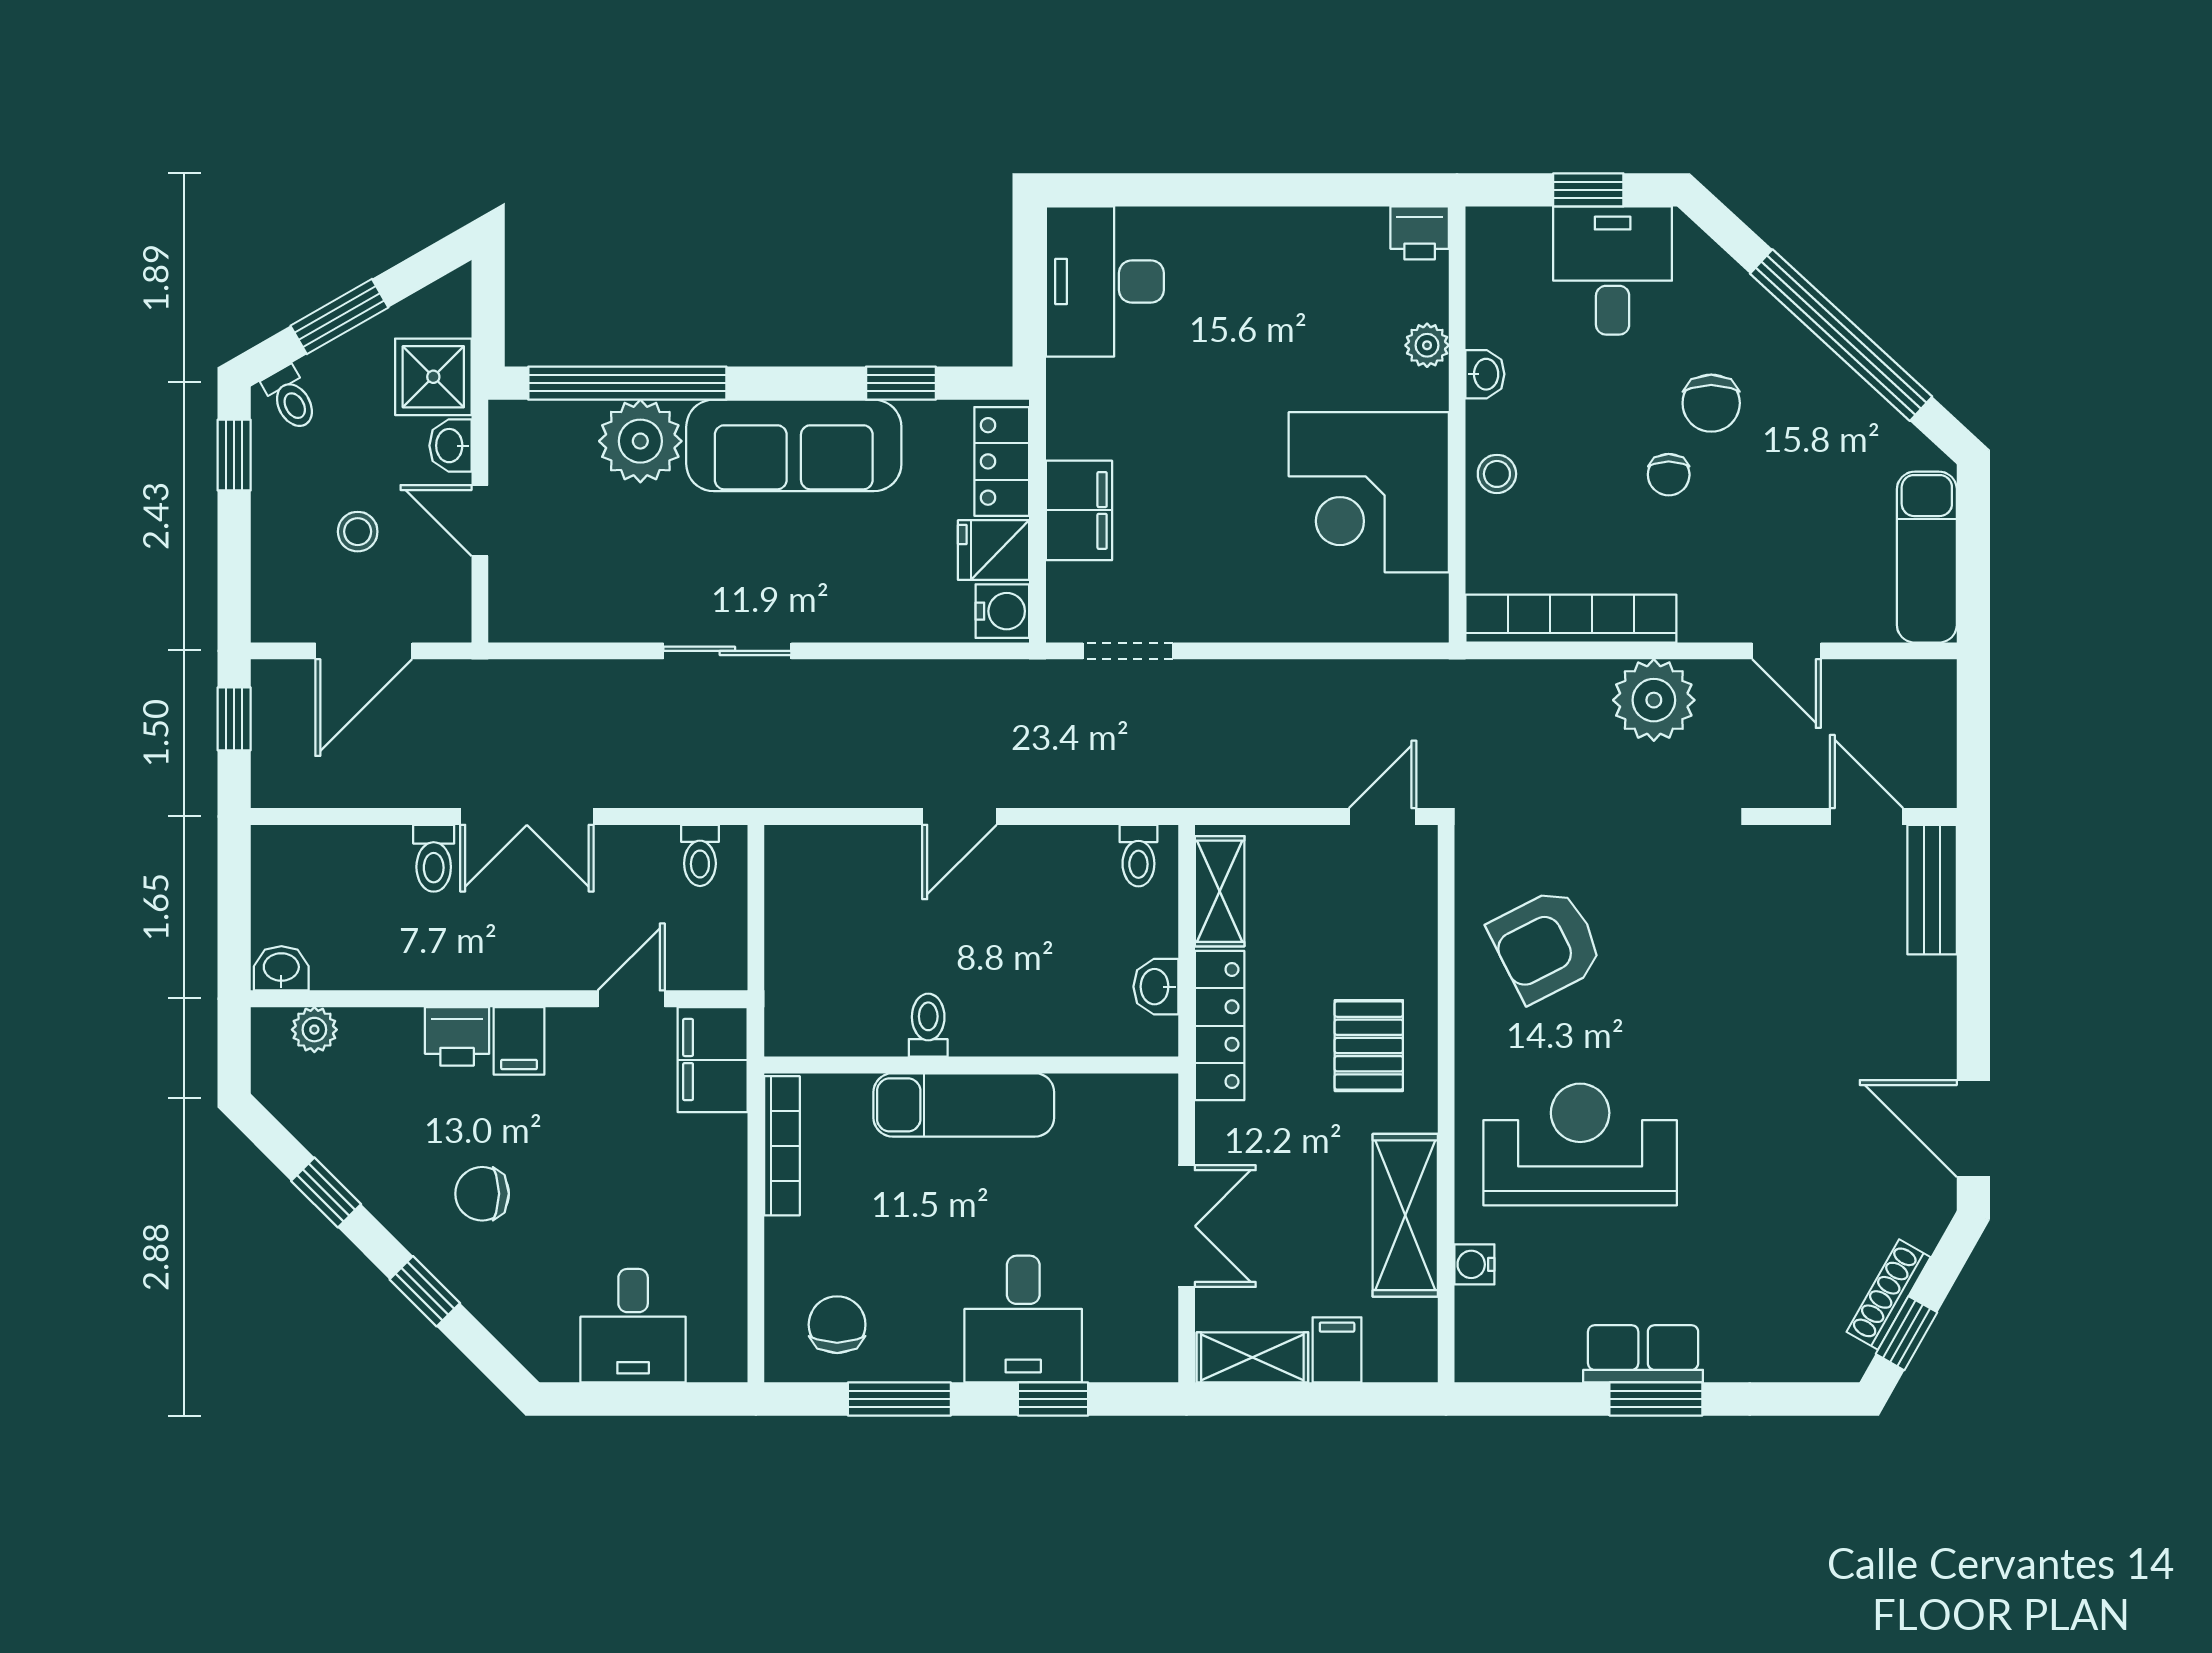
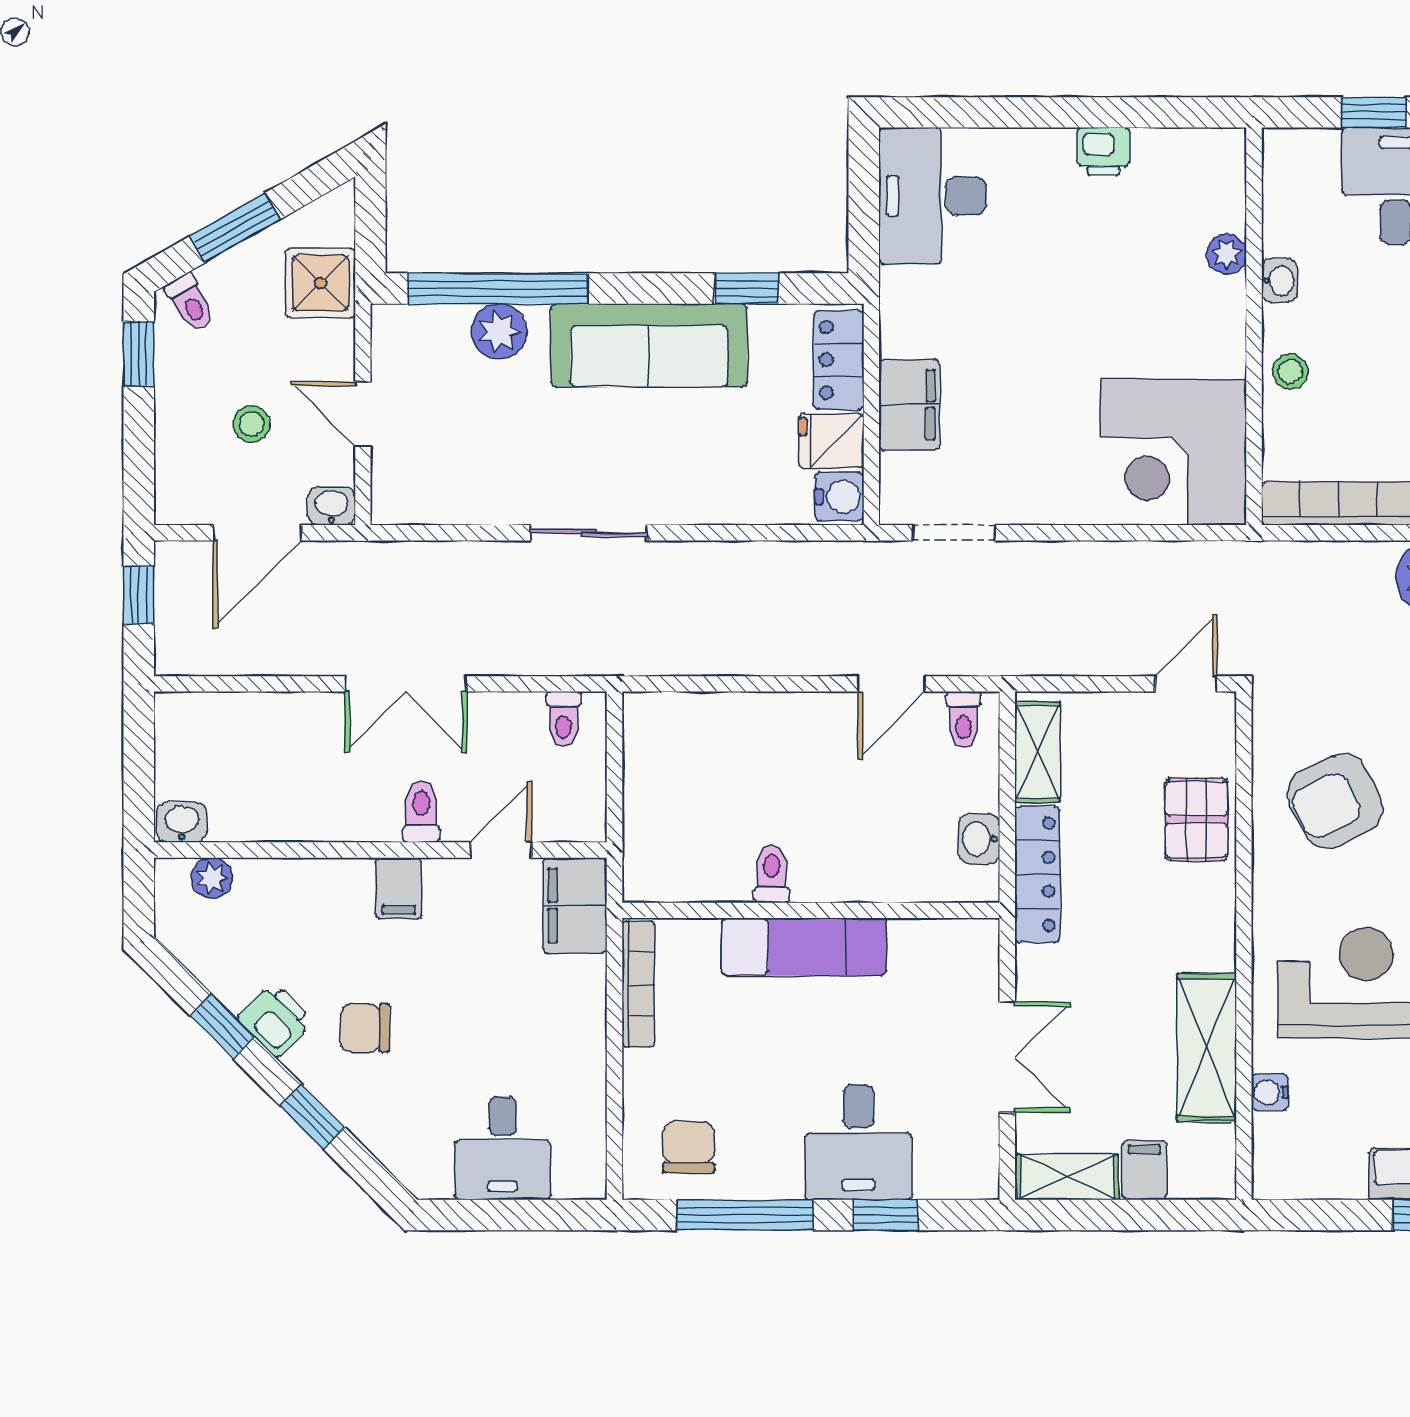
printer: (1420, 233) -> (1103, 152), moved
plant: (640, 441) -> (499, 331), width x0.73, depth x0.73
washbasin: (450, 446) -> (331, 506), moved, turned 90
corner desk: (1369, 492) -> (1173, 452), moved
door: (959, 817) -> (892, 684), moved
toilet: (434, 858) -> (421, 812), moved, turned 180
printer: (457, 1036) -> (275, 1020), moved, turned -135
pallet: (1369, 1046) -> (1196, 819), moved
window: (899, 1399) -> (745, 1215), width x1.44

